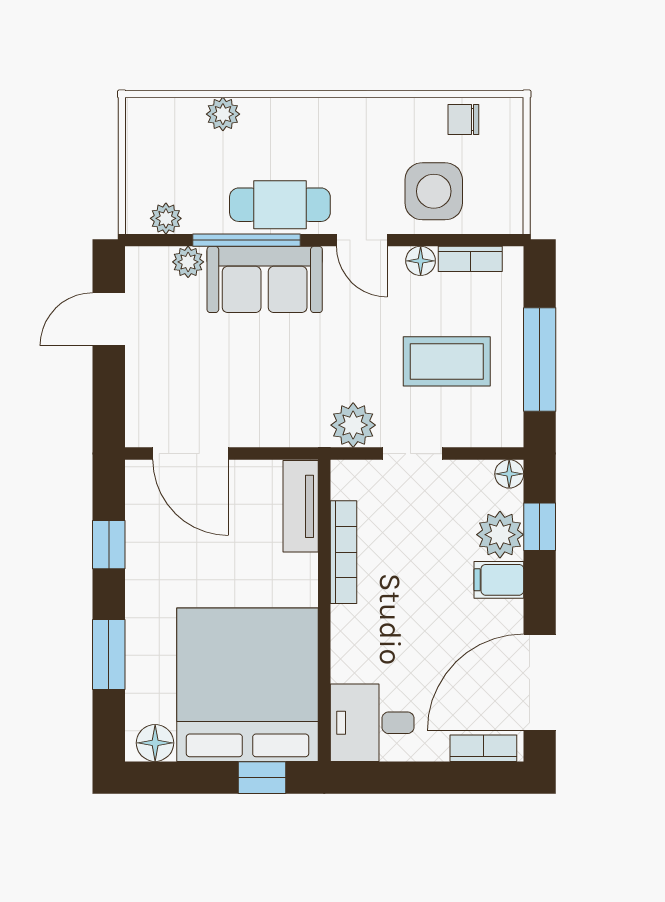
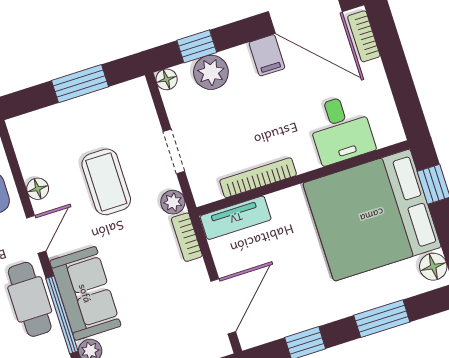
bookcase: (470, 259) -> (187, 237), moved, turned 180
window: (540, 360) -> (80, 84), width x0.69
coffee table: (447, 361) -> (106, 182), moved
plant: (353, 425) -> (173, 202), width x0.73, depth x0.73
filing cabinet: (499, 580) -> (267, 55), moved
desk: (372, 723) -> (341, 129), moved

